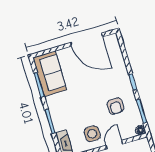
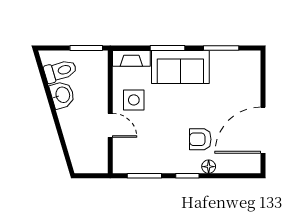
sofa: (50, 74) -> (180, 67), moved
armchair: (115, 106) -> (200, 139), moved
floor lamp: (140, 130) -> (209, 167), moved

